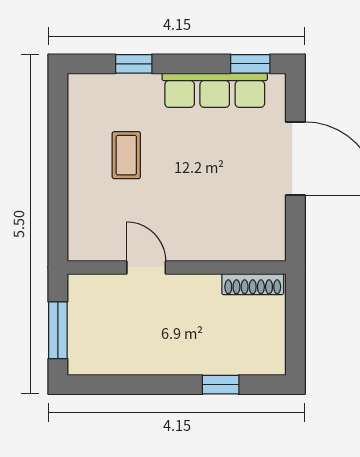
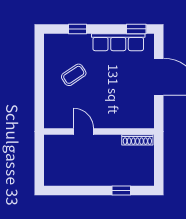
coffee table: (126, 155) -> (74, 75), turned 56
window: (58, 330) -> (39, 163), removed

